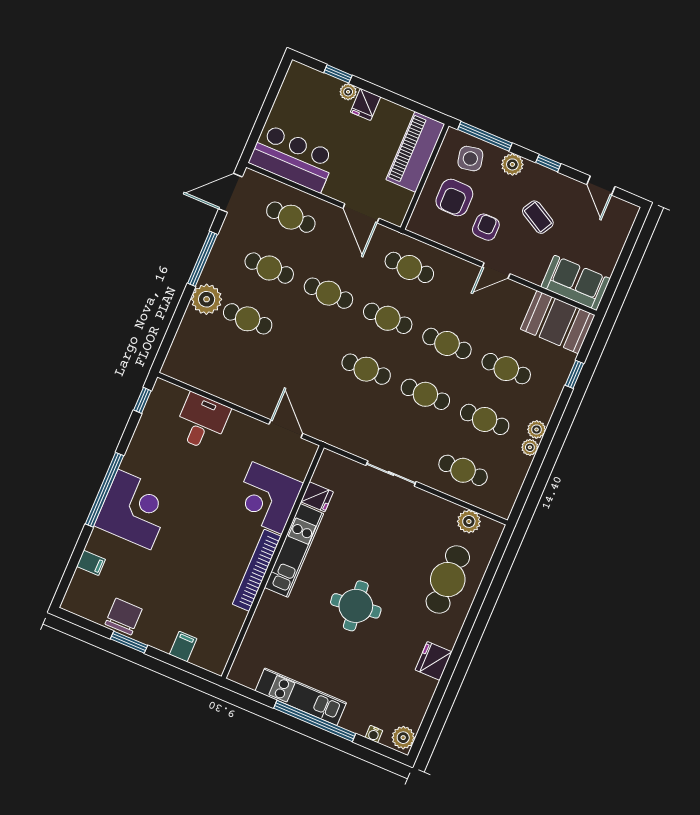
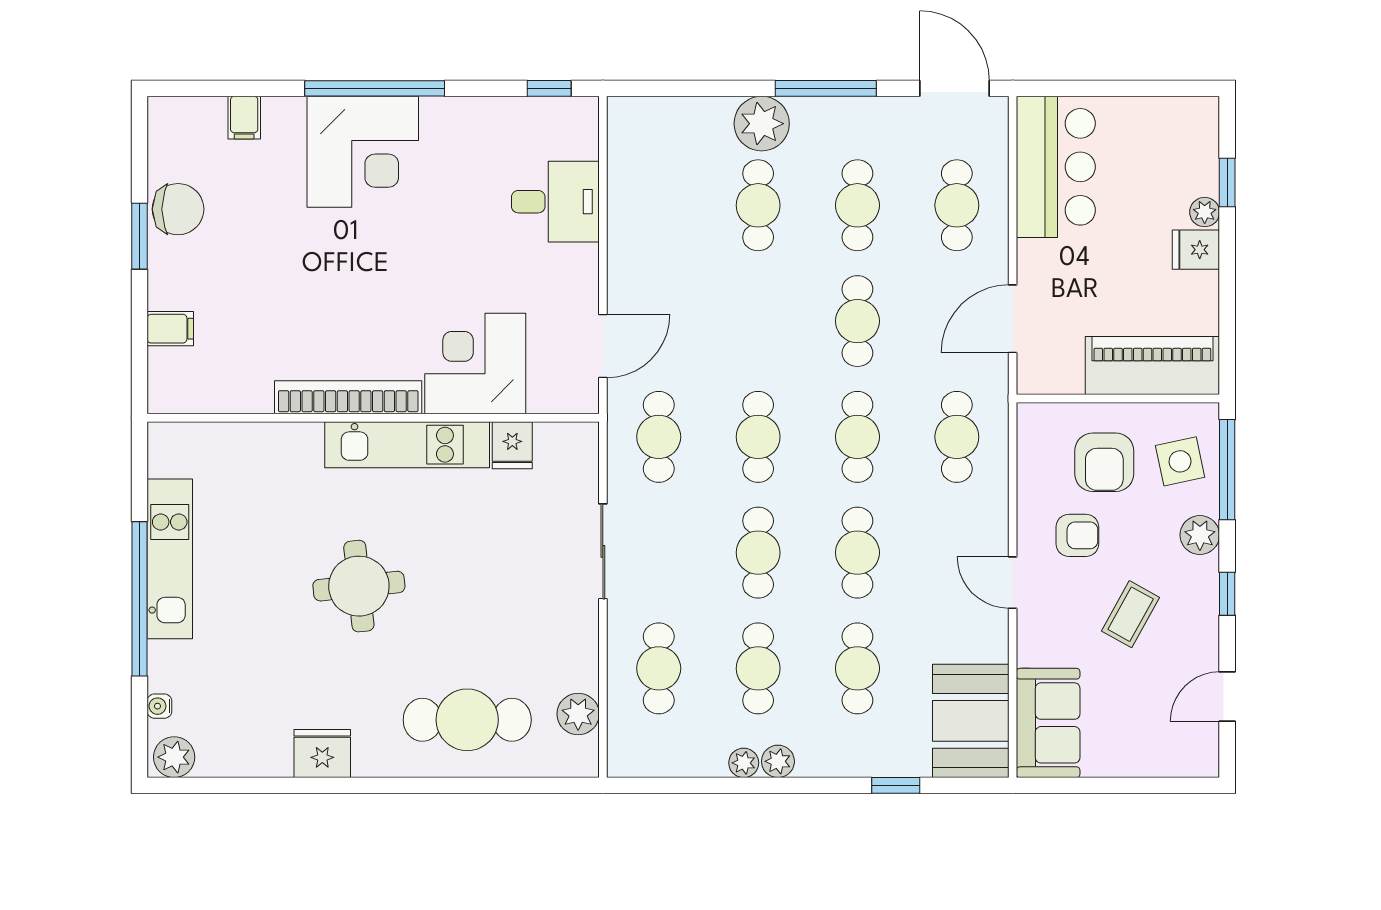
armchair: (454, 198) -> (1104, 462), turned -90
cafe table: (345, 420) -> (659, 437), added

